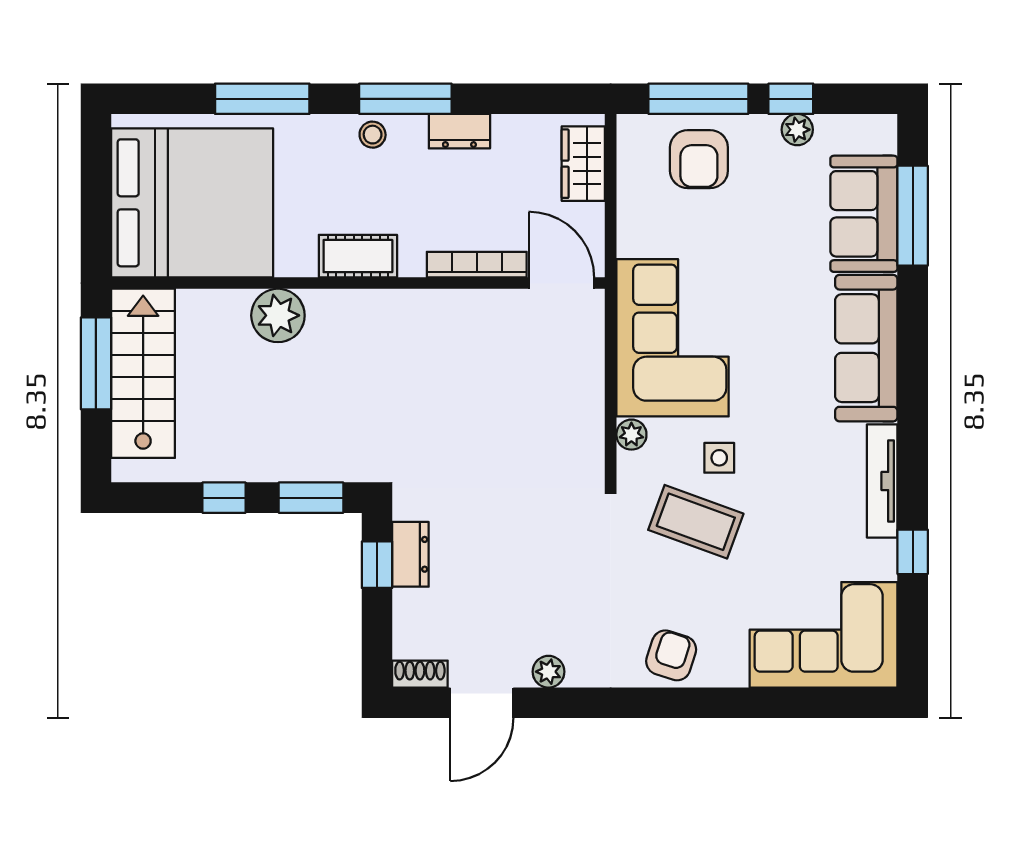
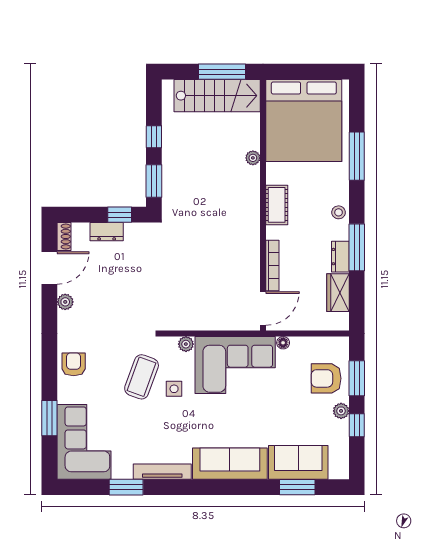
window: (405, 99) -> (357, 247), moved
window: (698, 99) -> (357, 378), width x0.69
plant: (797, 130) -> (341, 411), moved
wardrobe: (583, 164) -> (338, 293), moved, turned -90
window: (913, 216) -> (297, 487), width x0.69
floor lamp: (629, 244) -> (283, 343), added
plant: (278, 315) -> (253, 158), width x0.53, depth x0.53
window: (913, 552) -> (126, 487), width x1.50
dresser: (410, 554) -> (107, 232), moved
armchair: (671, 655) -> (74, 364), turned -108
door: (482, 703) -> (49, 268), swing flipped
window: (777, 703) -> (49, 418), added

